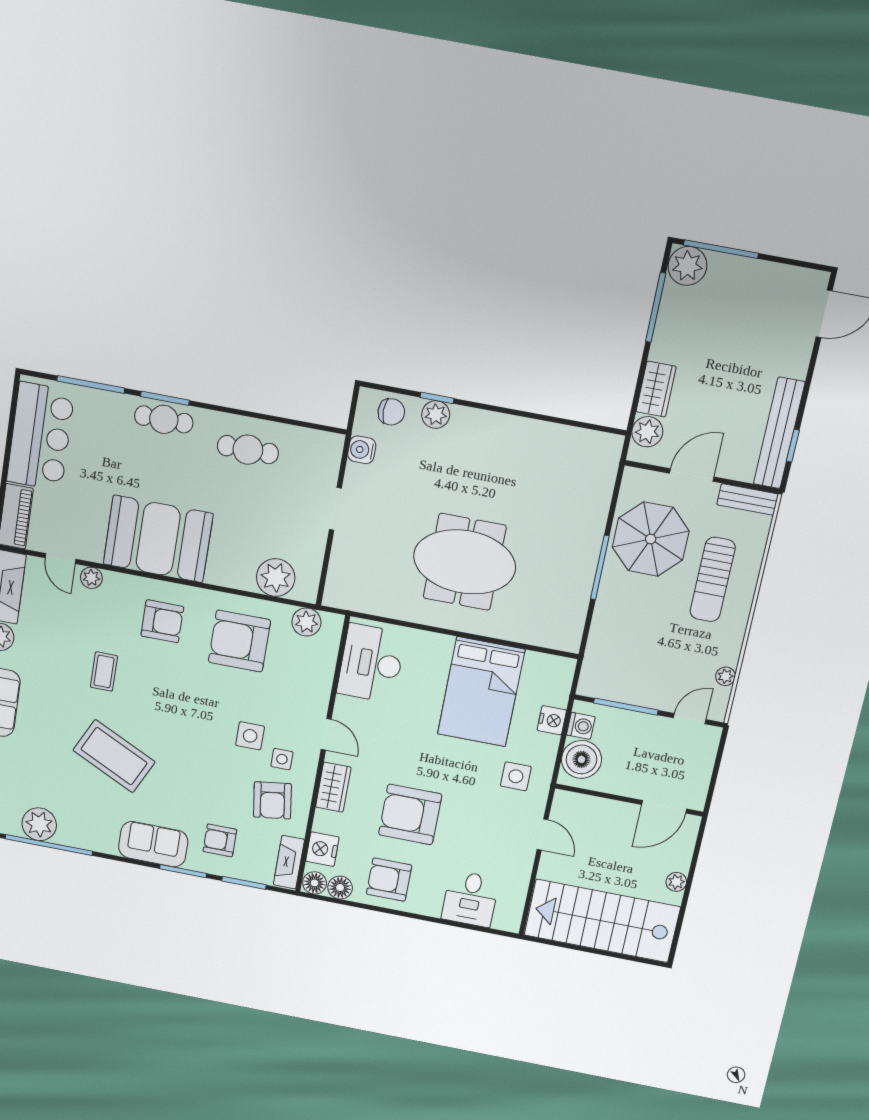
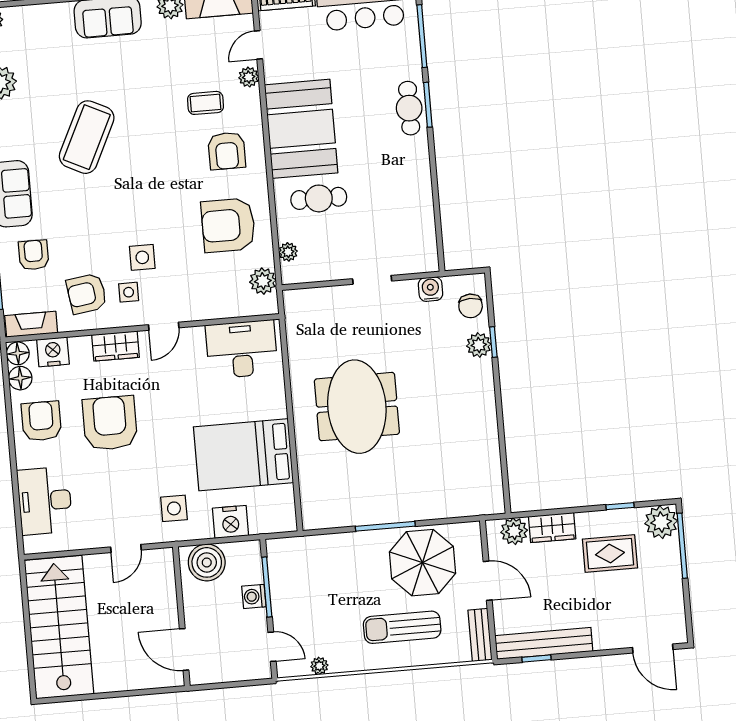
window: (656, 307) -> (620, 506), width x0.46
rug: (704, 333) -> (610, 554), added
cafe table: (248, 450) -> (319, 198), moved, turned 90
plant: (276, 578) -> (288, 252), width x0.53, depth x0.53
armchair: (239, 641) -> (228, 225), turned -90
coffee table: (104, 672) -> (206, 103), moved
nightstand: (552, 720) -> (231, 522), width x1.36, depth x1.33
washing machine: (581, 726) -> (254, 596), moved, turned 90
plant: (676, 882) -> (116, 683), removed
desk: (470, 899) -> (45, 501), width x1.37

